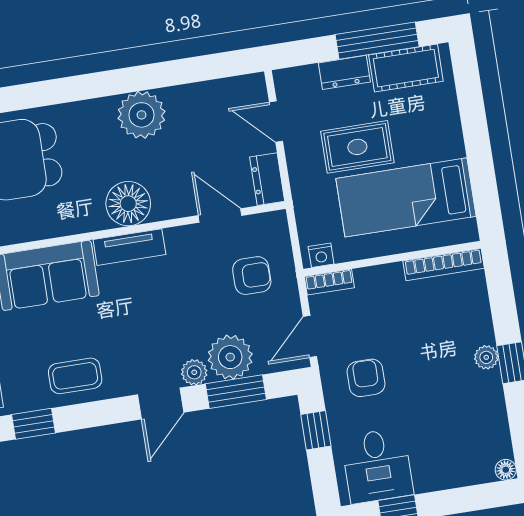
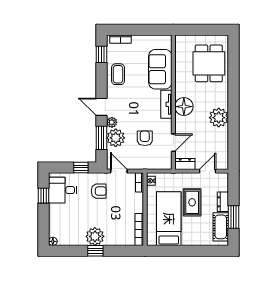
window: (377, 41) -> (234, 217), width x0.69
armchair: (252, 276) -> (145, 138), moved, turned 180
plant: (486, 357) -> (95, 236), width x1.87, depth x1.87

